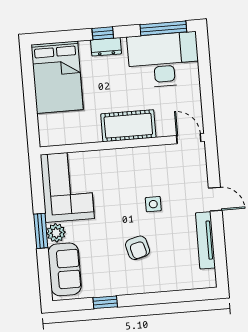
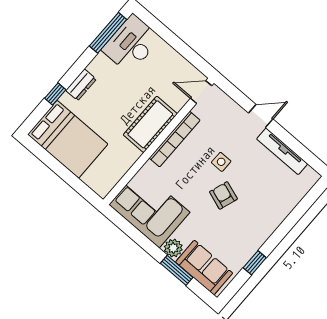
window: (103, 33) -> (55, 94), moved
desk: (163, 60) -> (131, 44), width x0.73, depth x0.77
bookcase: (135, 154) -> (175, 139), added
window: (41, 231) -> (177, 270), moved
armchair: (138, 248) -> (223, 195), moved, turned -146

